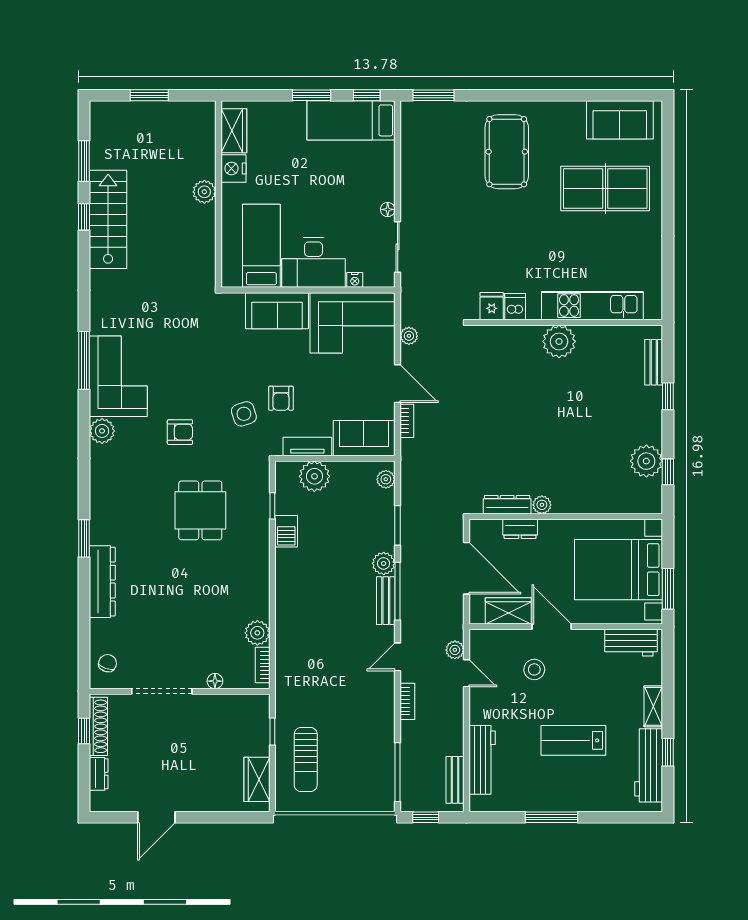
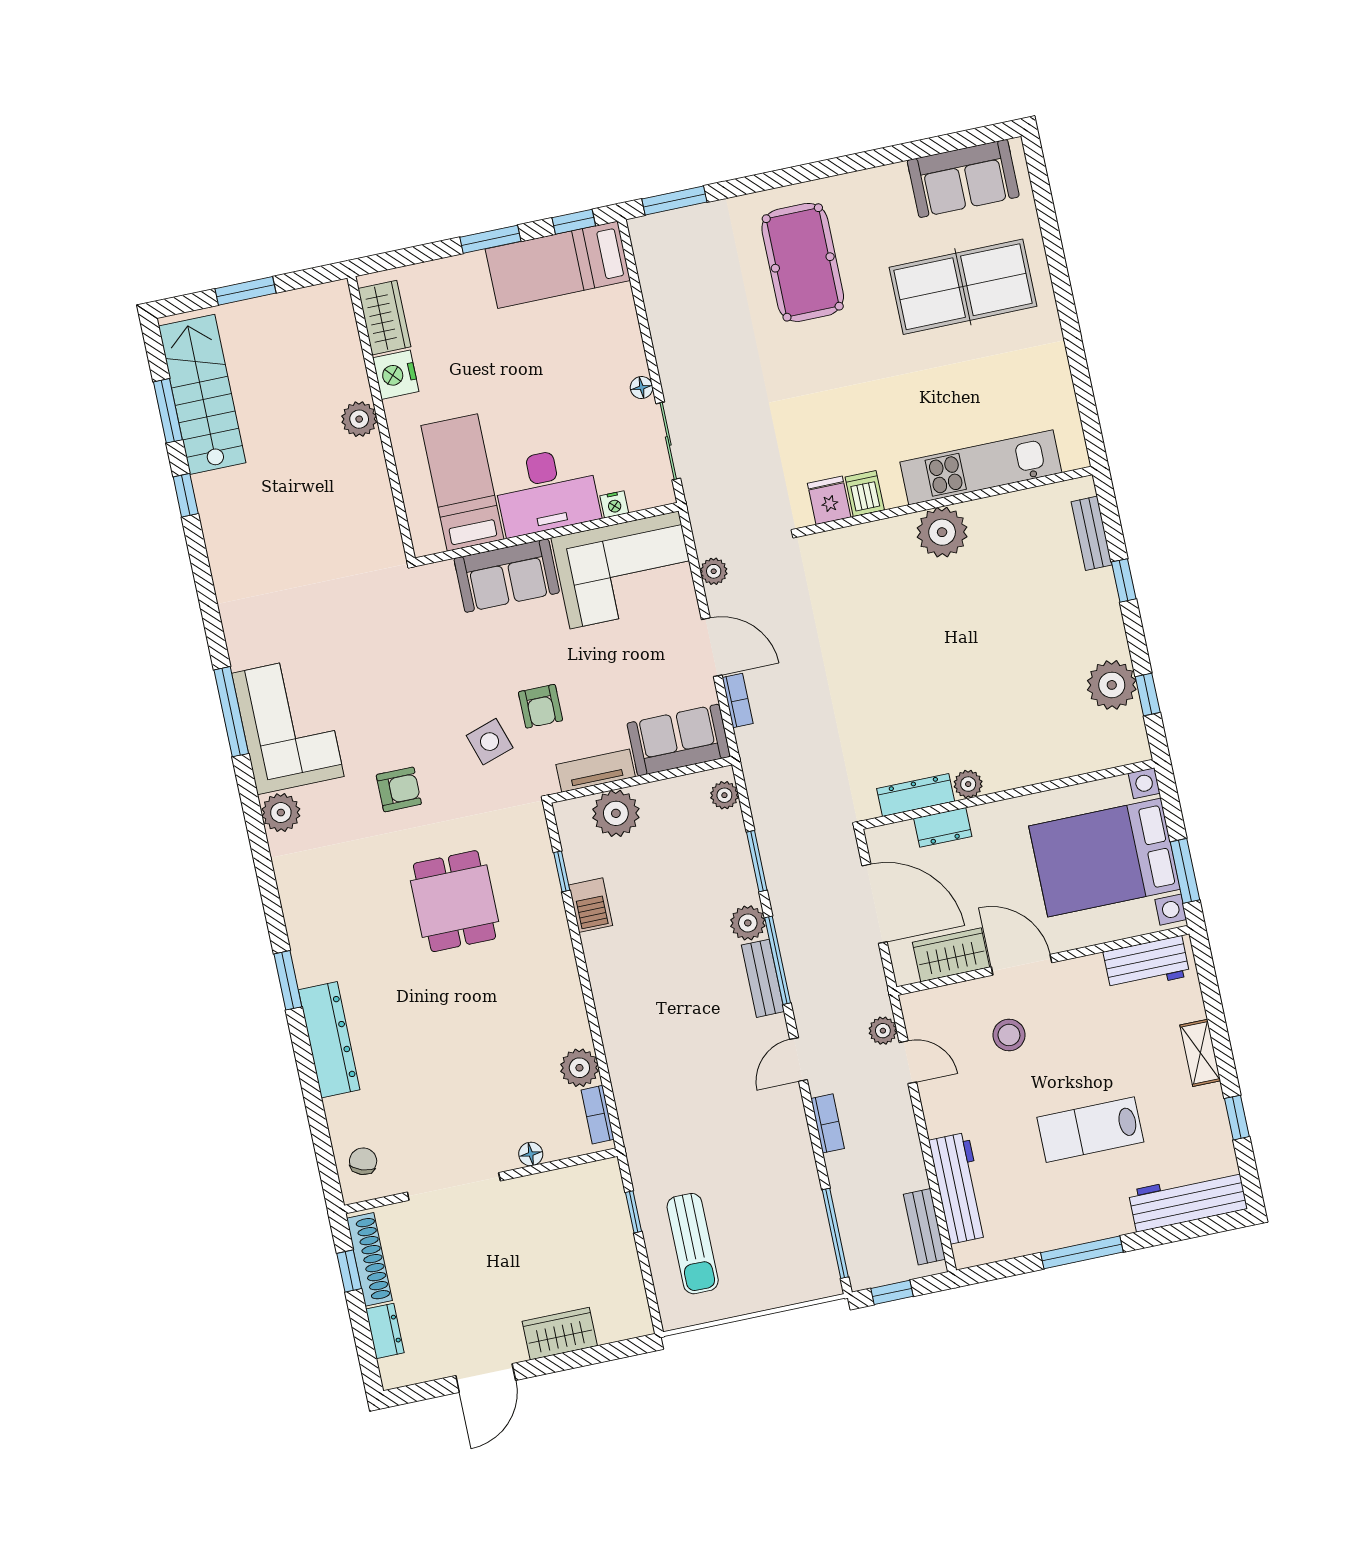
stairs: (108, 219) -> (202, 394), moved
workbench: (649, 765) -> (1188, 1200), moved, turned 90
wardrobe: (257, 779) -> (560, 1334), moved, turned 90

